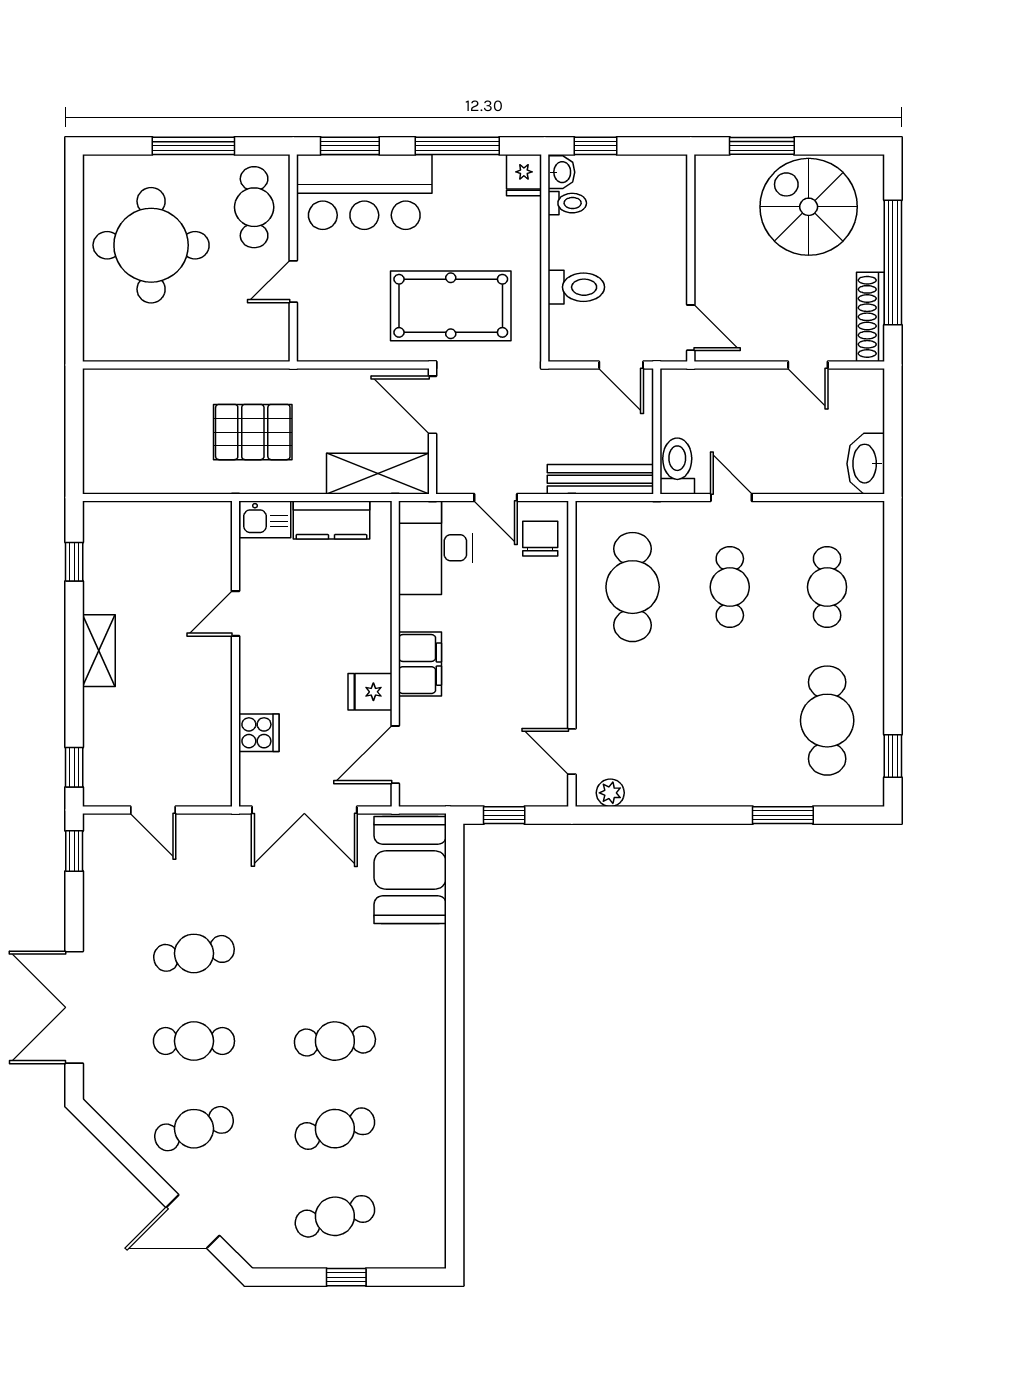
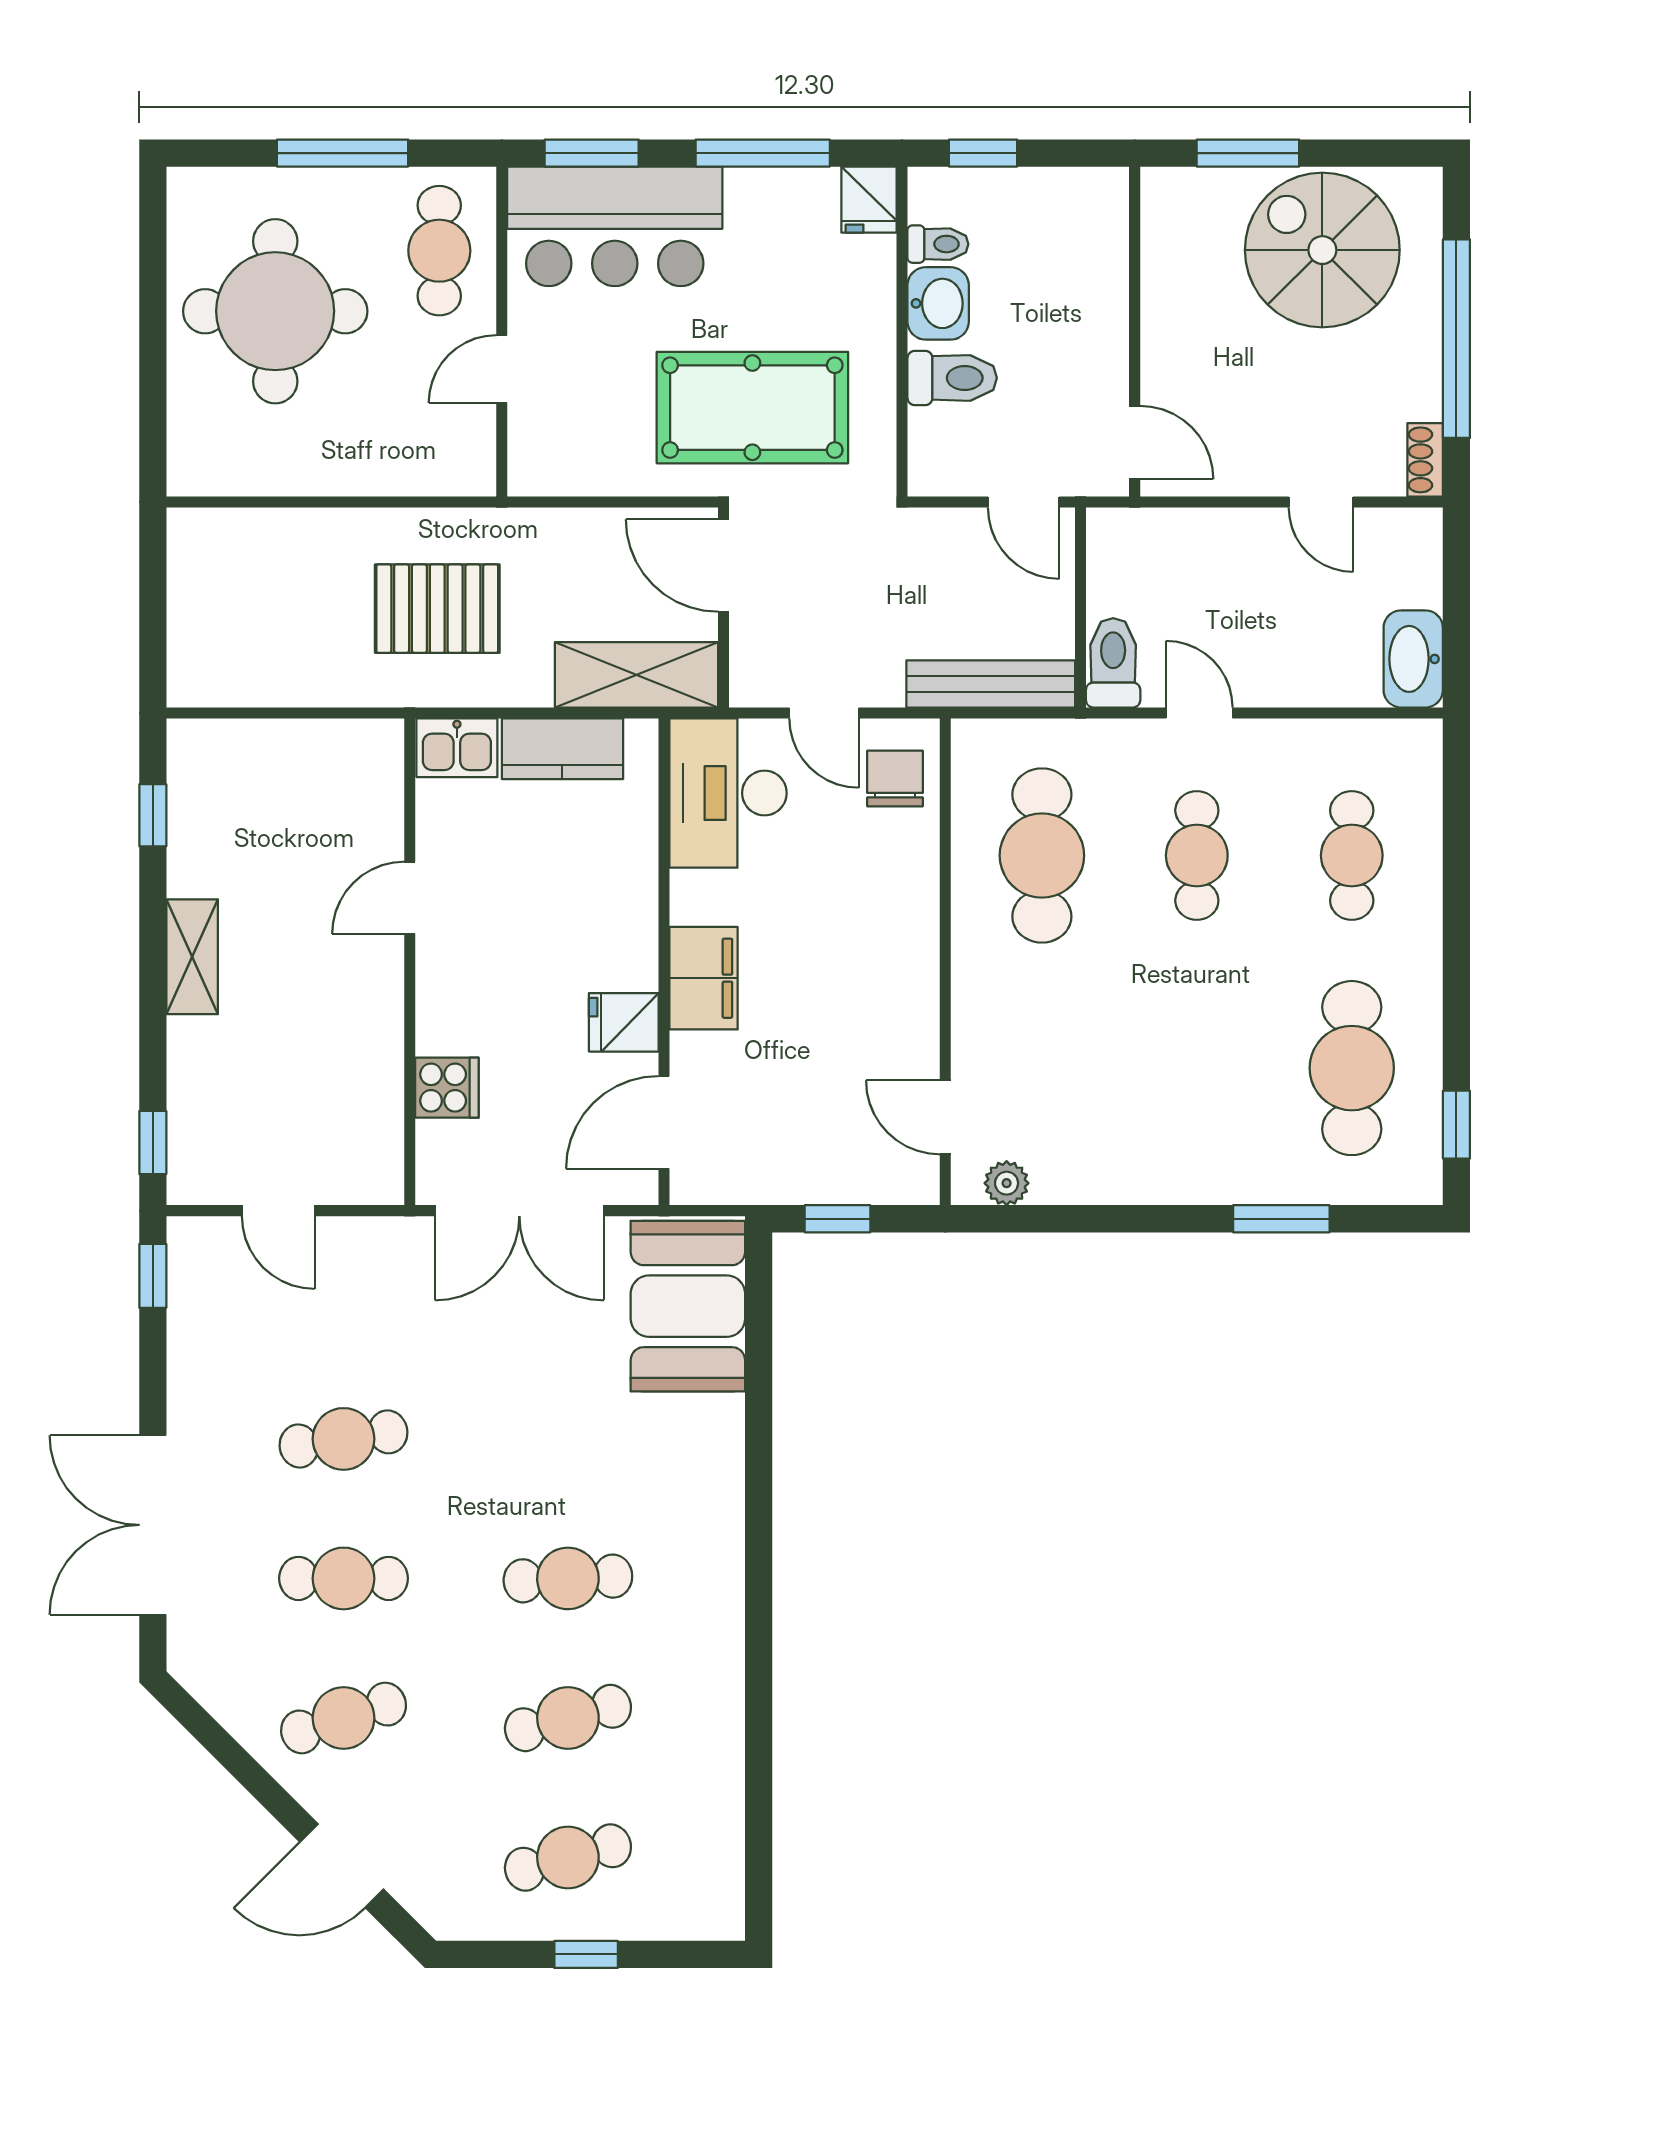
washbasin: (561, 172) -> (938, 303), moved, width x1.38, depth x1.45
shoe rack: (871, 317) -> (1425, 460), width x0.51, depth x0.81

